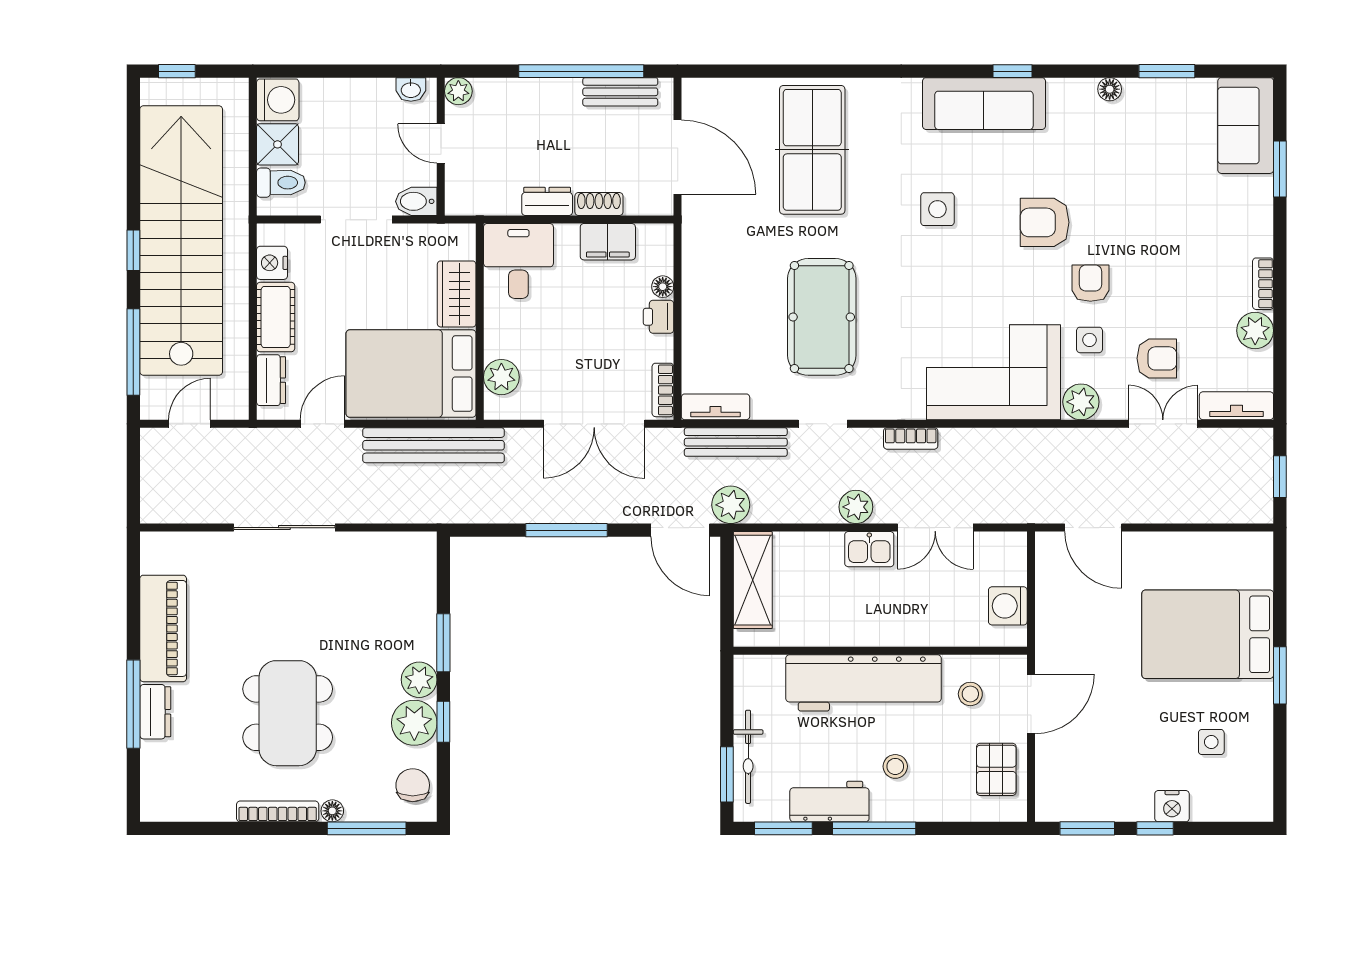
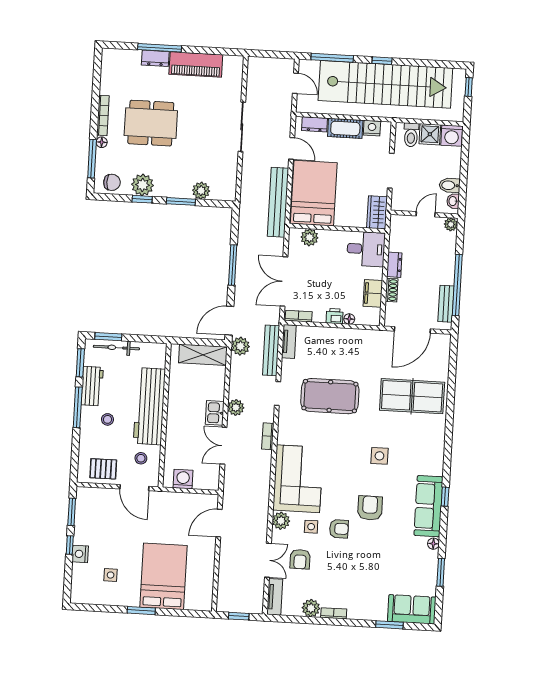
sofa: (984, 104) -> (428, 506), moved
bidet: (416, 201) -> (450, 185), moved, turned -90
wardrobe: (457, 294) -> (377, 212), moved, turned -90
plant: (419, 680) -> (201, 191), moved

